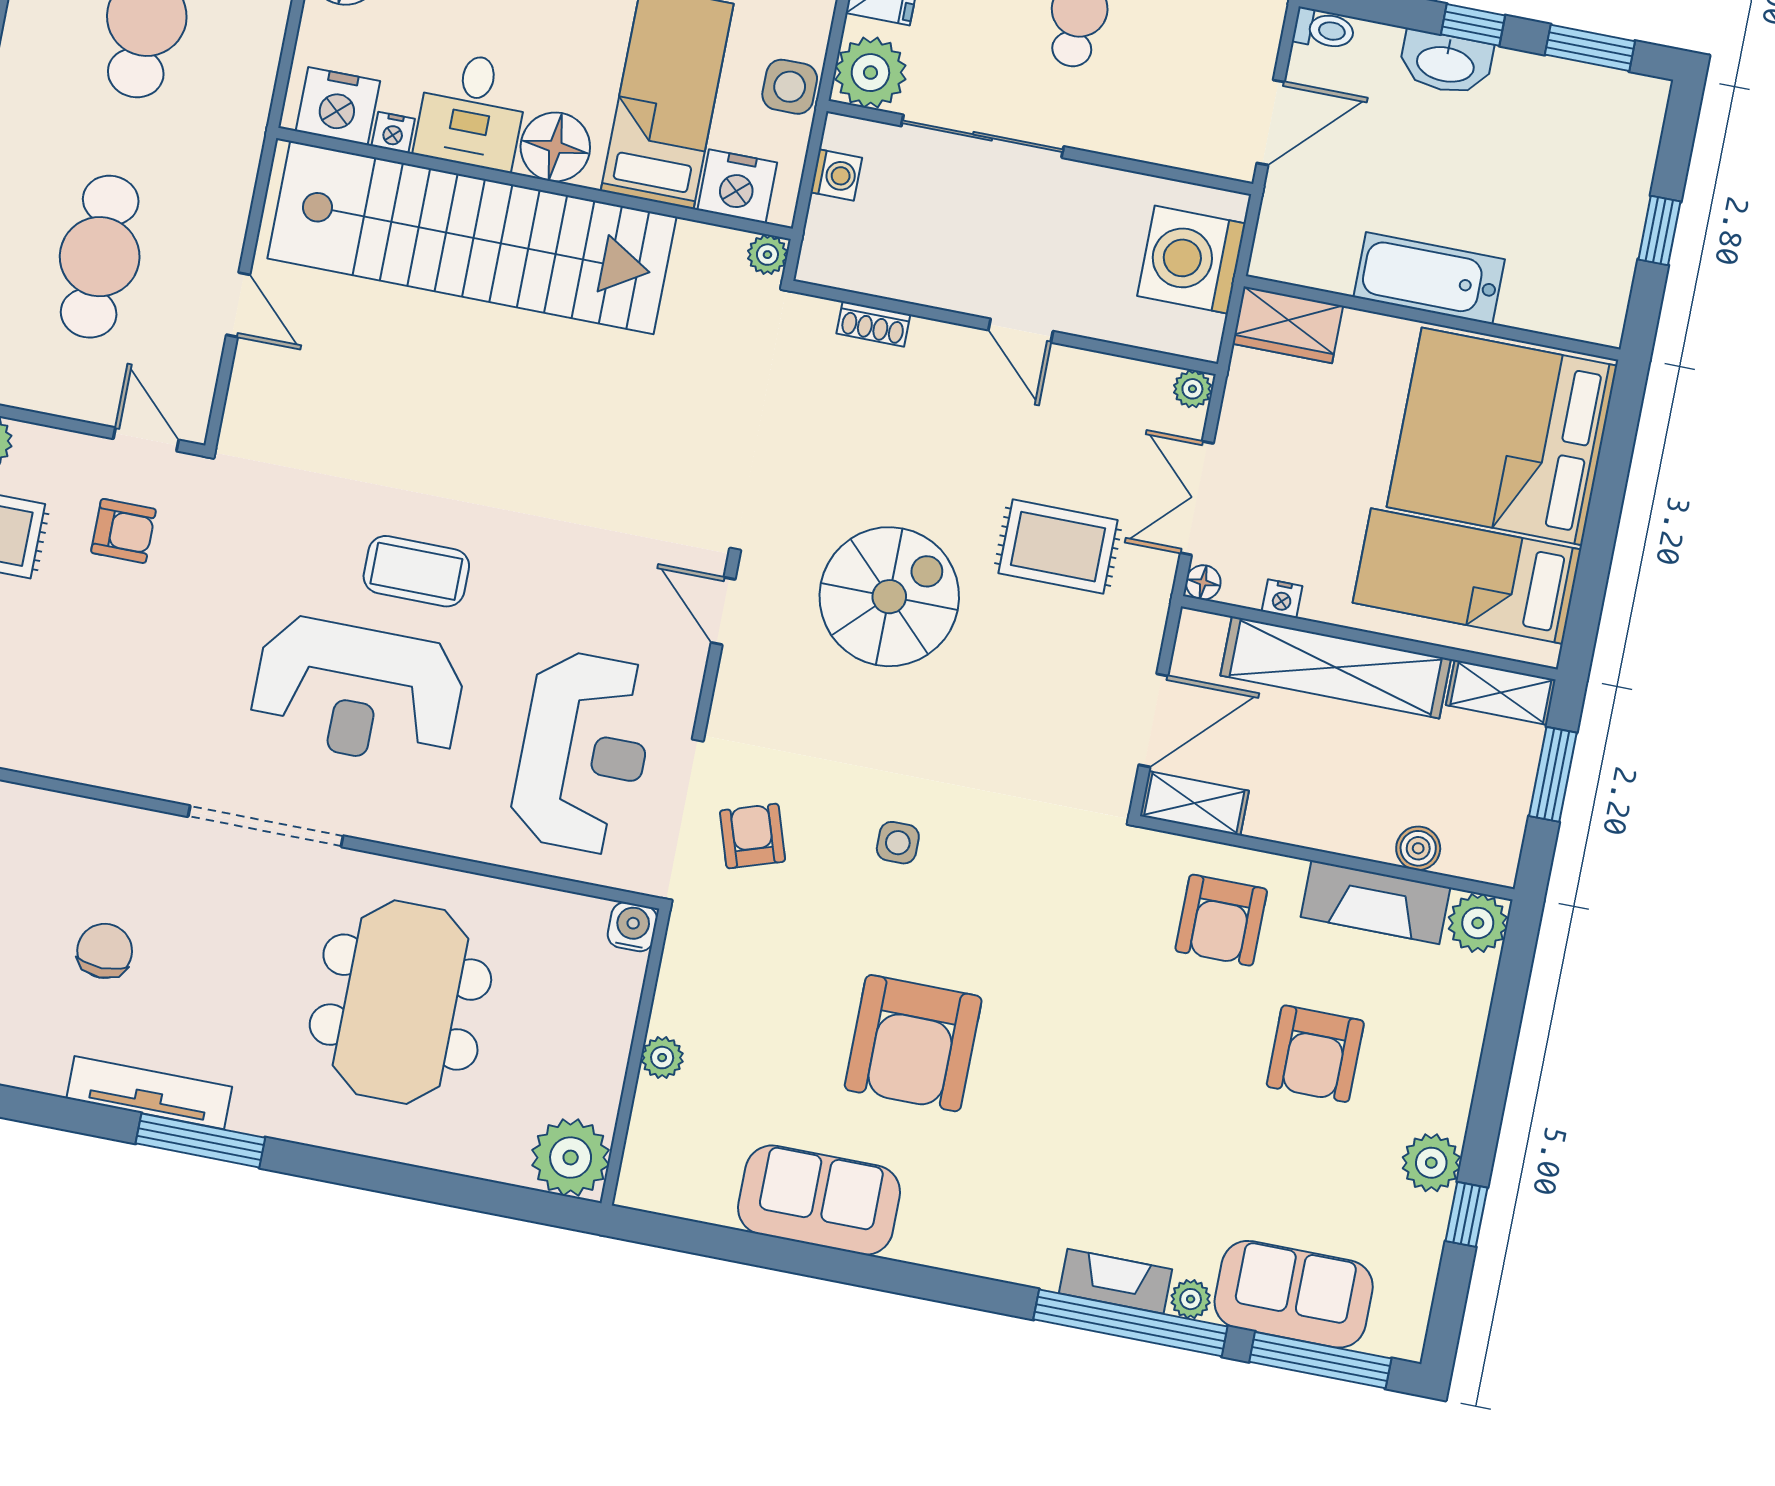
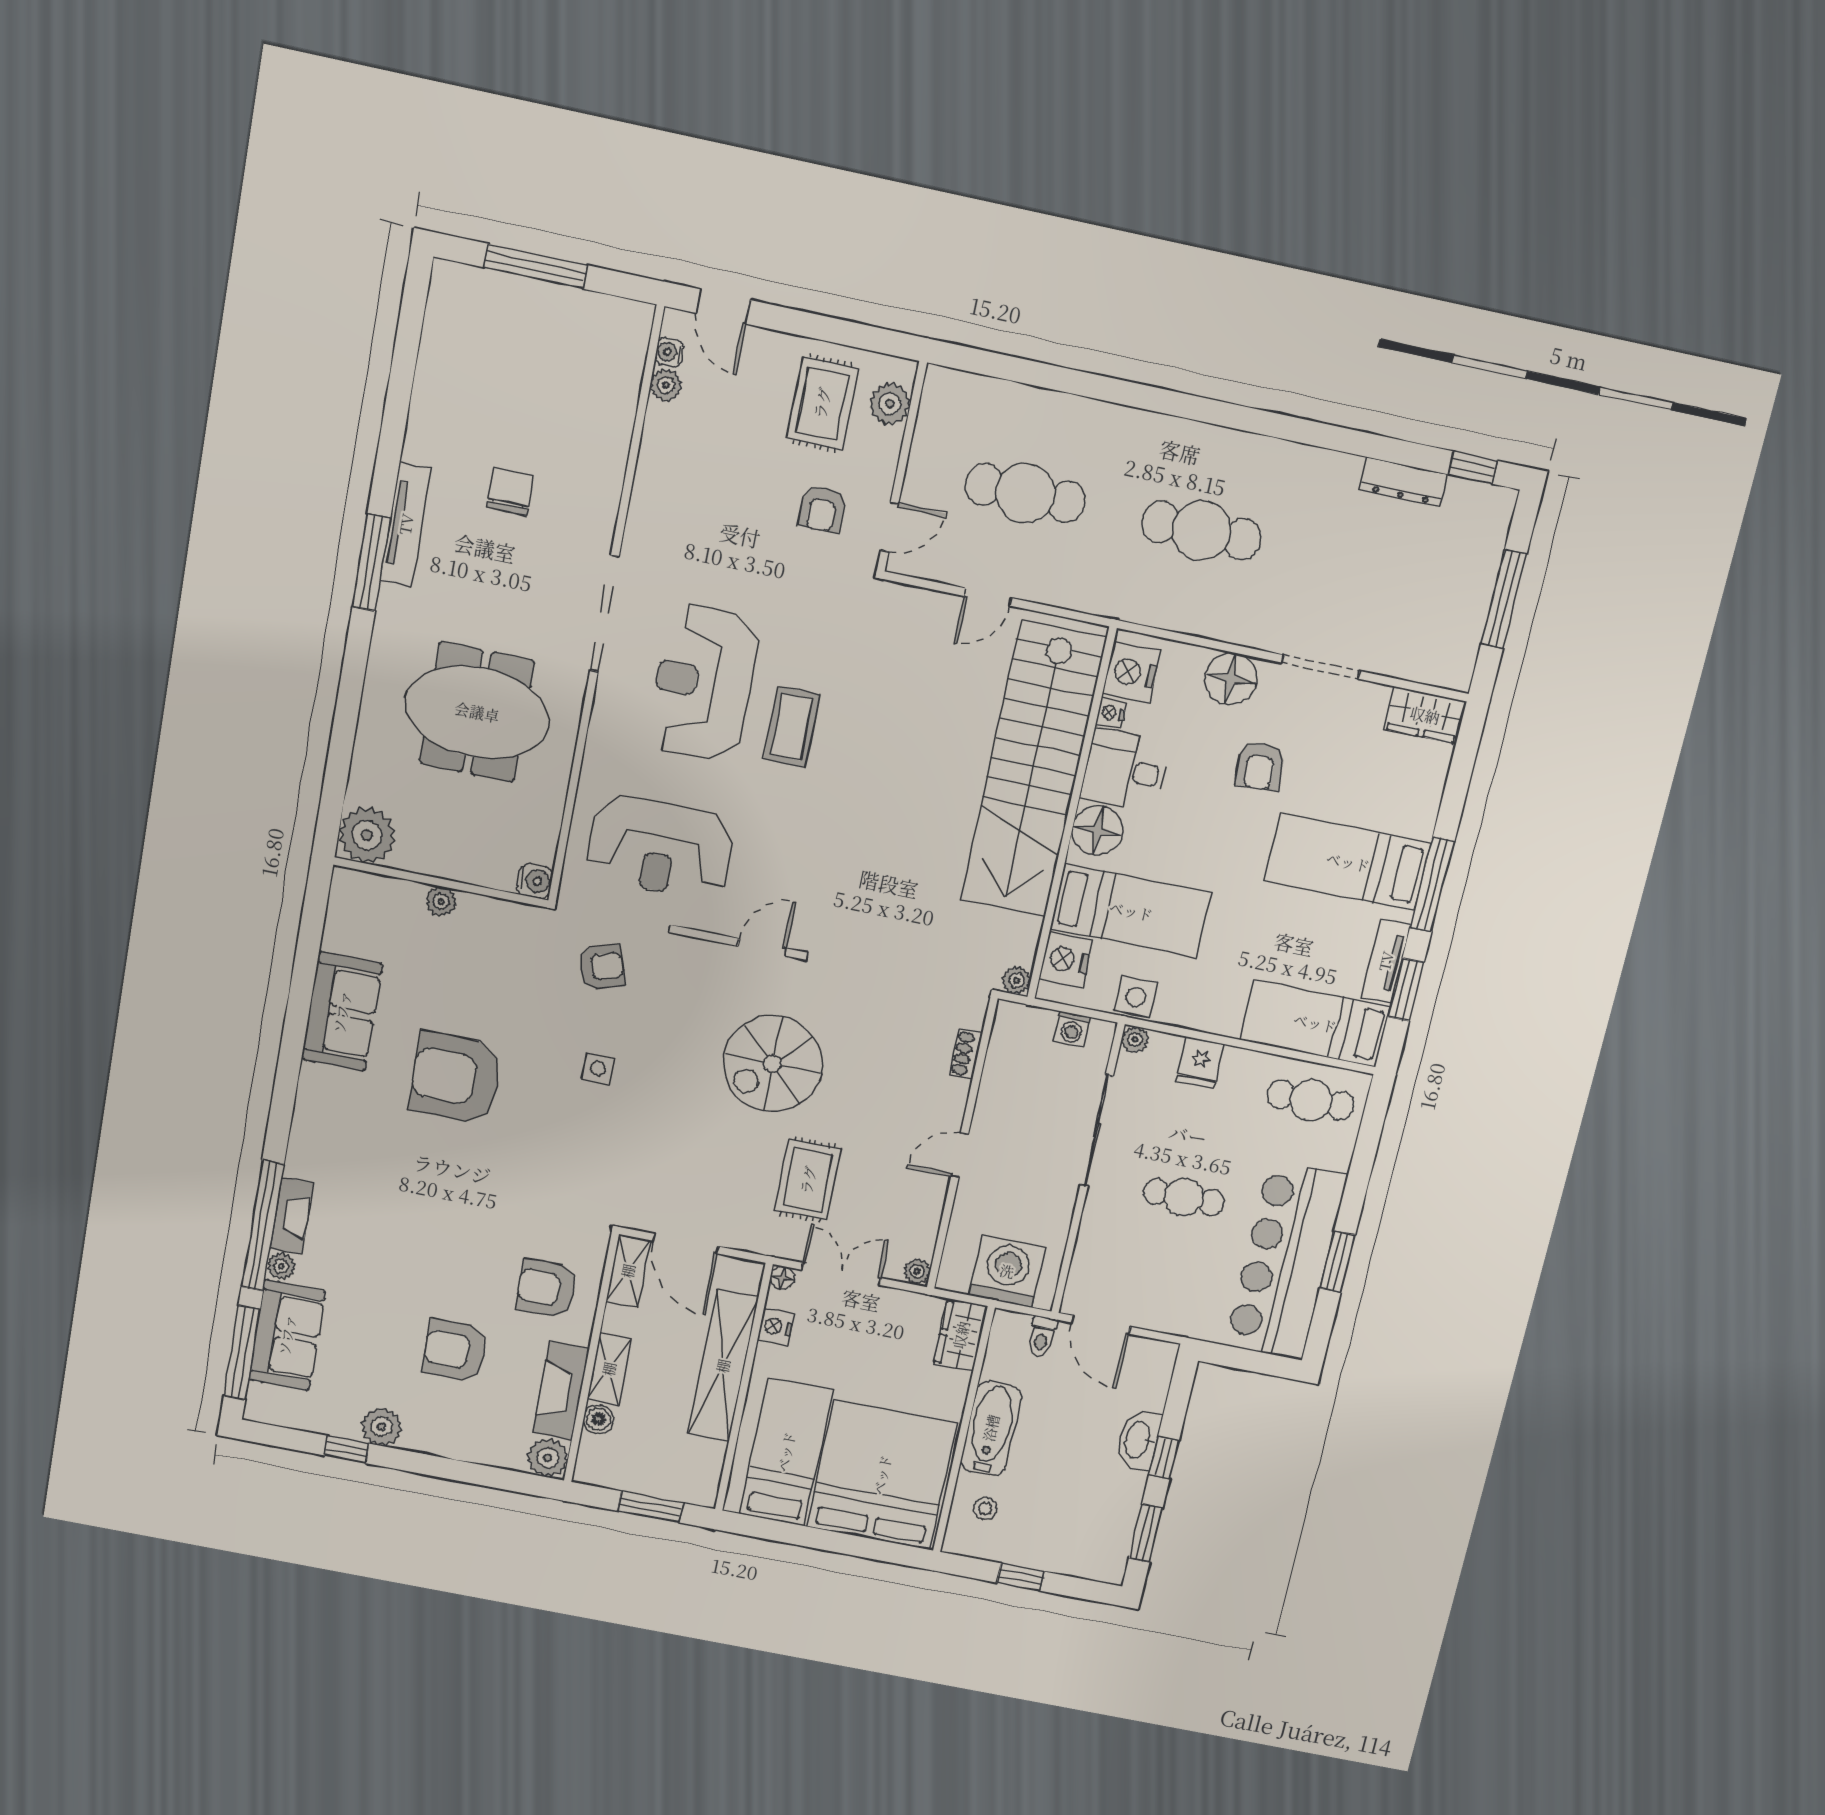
toilet: (1324, 29) -> (1042, 1336), moved
plant: (870, 73) -> (1135, 1040), width x0.53, depth x0.53
stool: (1553, 284) -> (985, 1509), added
spiral stairs: (889, 597) -> (773, 1064), turned 90
nightstand: (1282, 599) -> (776, 1327), width x1.39, depth x1.35
shelving: (1501, 692) -> (609, 1369), moved
chair: (105, 951) -> (510, 492), turned -90

